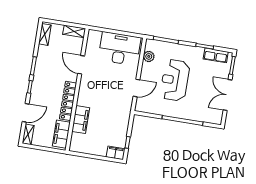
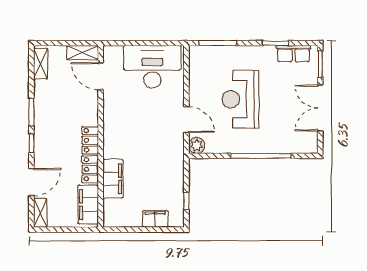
plant: (149, 56) -> (197, 146), moved
door: (81, 65) -> (101, 76), moved
door: (136, 88) -> (186, 120), hinge flipped
filing cabinet: (116, 153) -> (155, 219), moved

